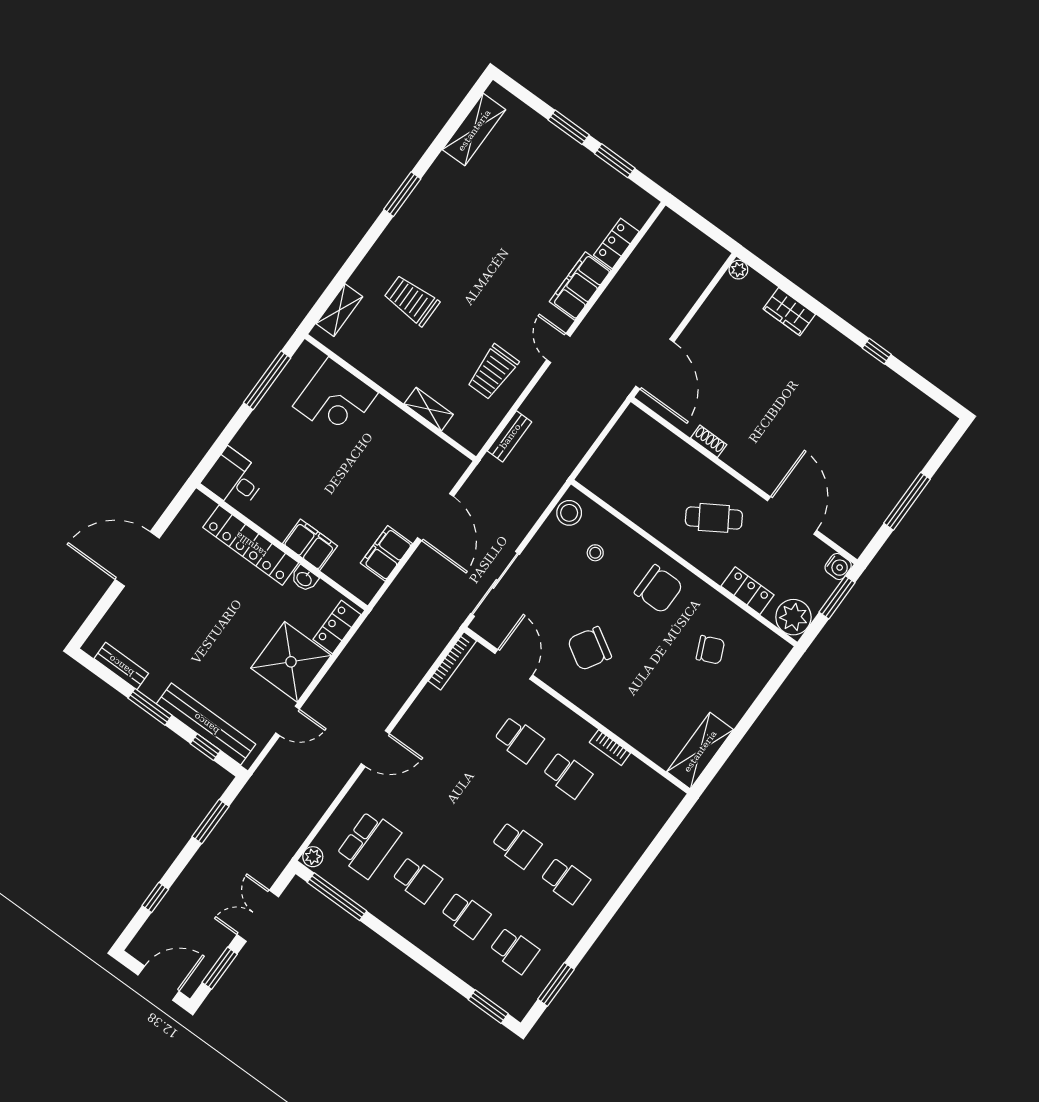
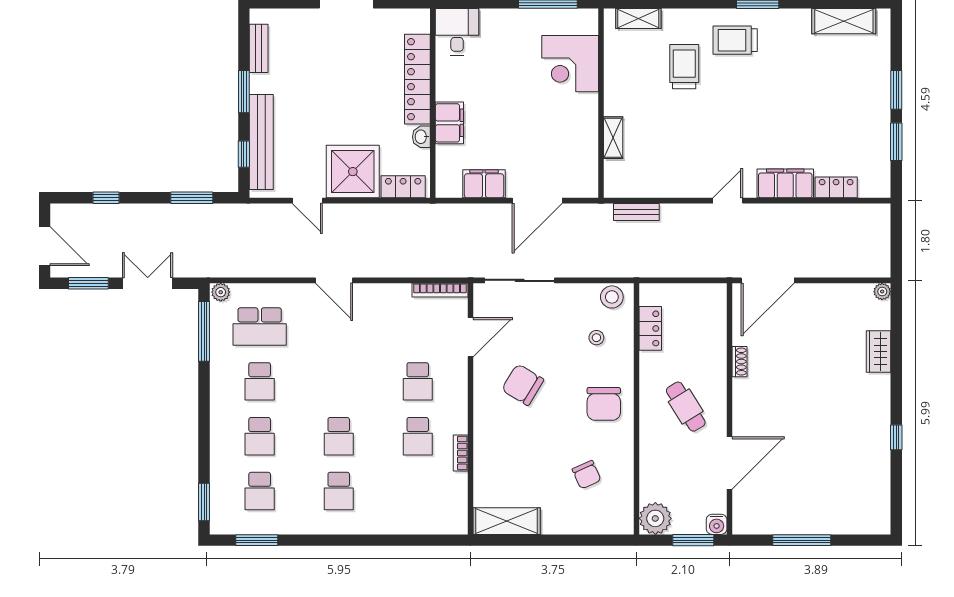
trolley: (493, 372) -> (735, 40), moved
locker: (748, 591) -> (650, 328), moved

